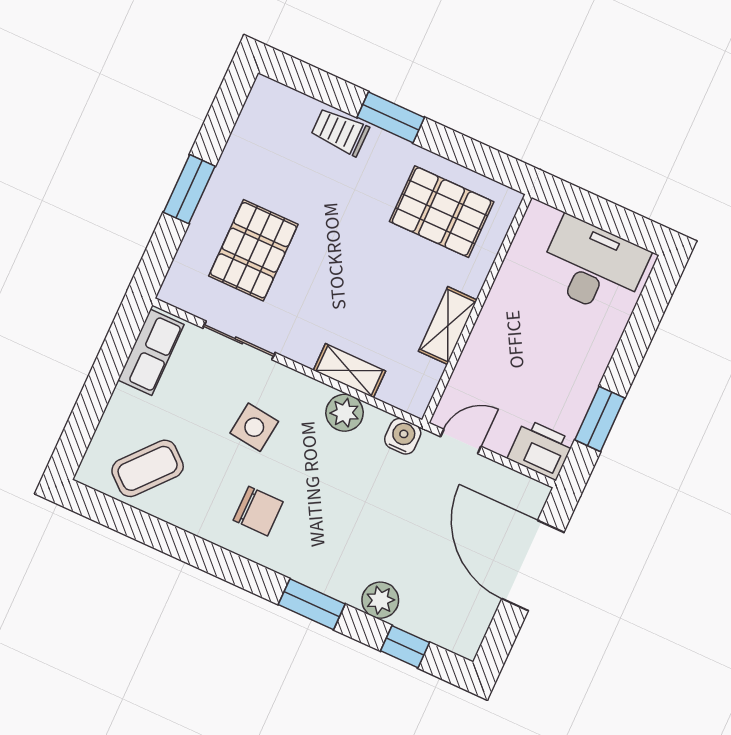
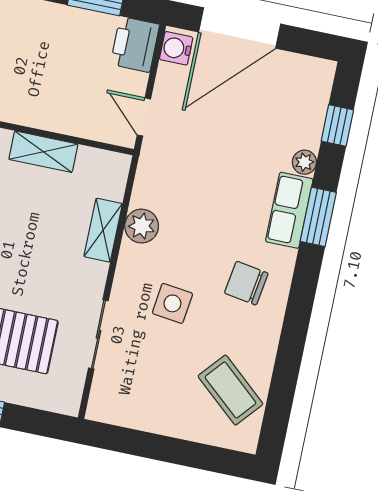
row of seats: (151, 352) -> (289, 210), moved, turned -90
water cooler: (403, 436) -> (176, 48), moved
chair: (258, 511) -> (246, 283), turned -81
plant: (380, 600) -> (304, 162), width x0.73, depth x0.73

